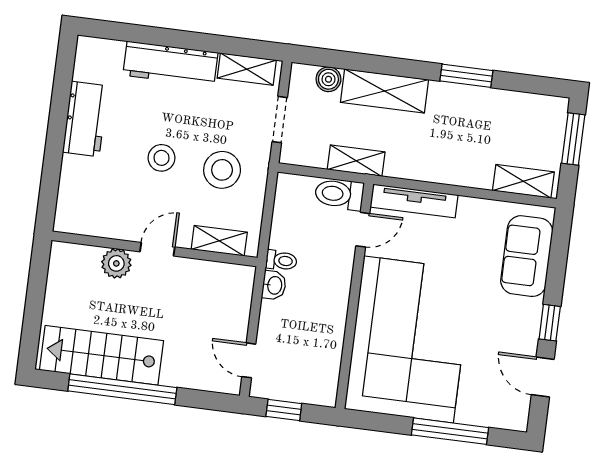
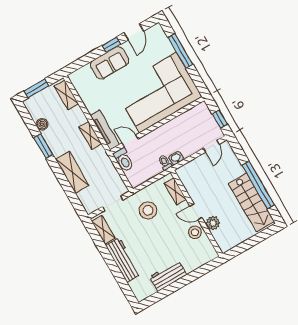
boiler: (328, 79) -> (42, 124), moved
stool: (161, 158) -> (195, 232), moved
shelving: (356, 161) -> (90, 135), moved
sofa: (527, 256) -> (110, 63), moved

